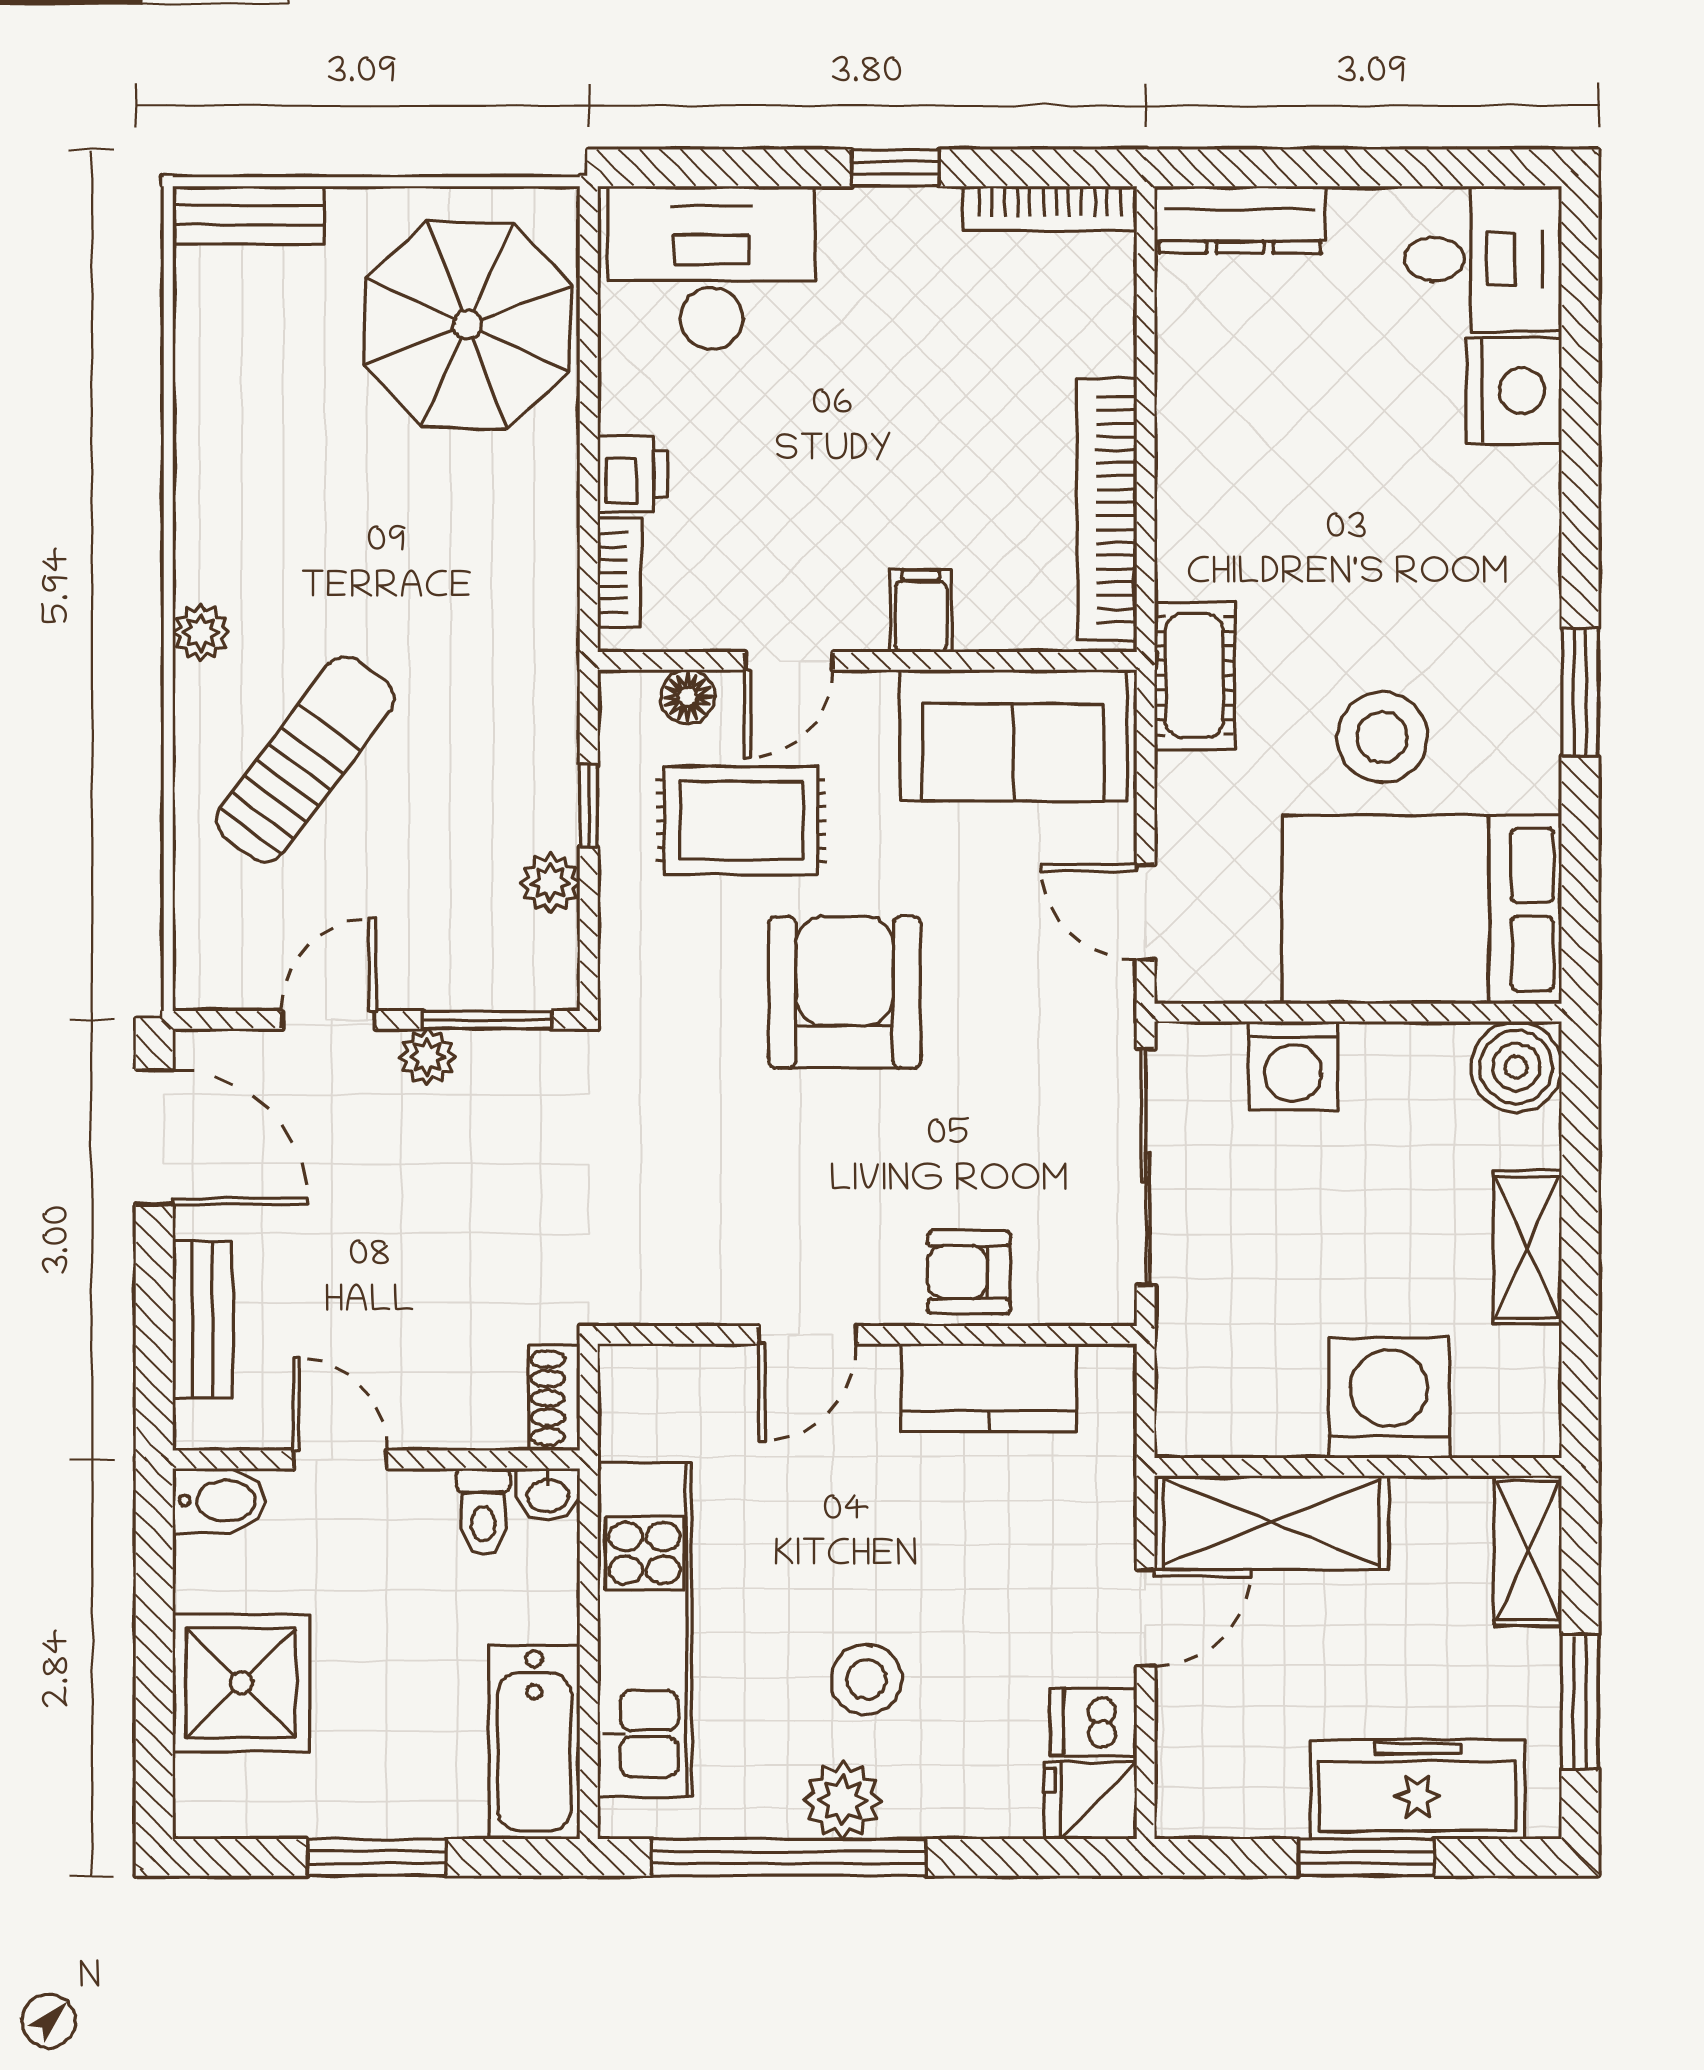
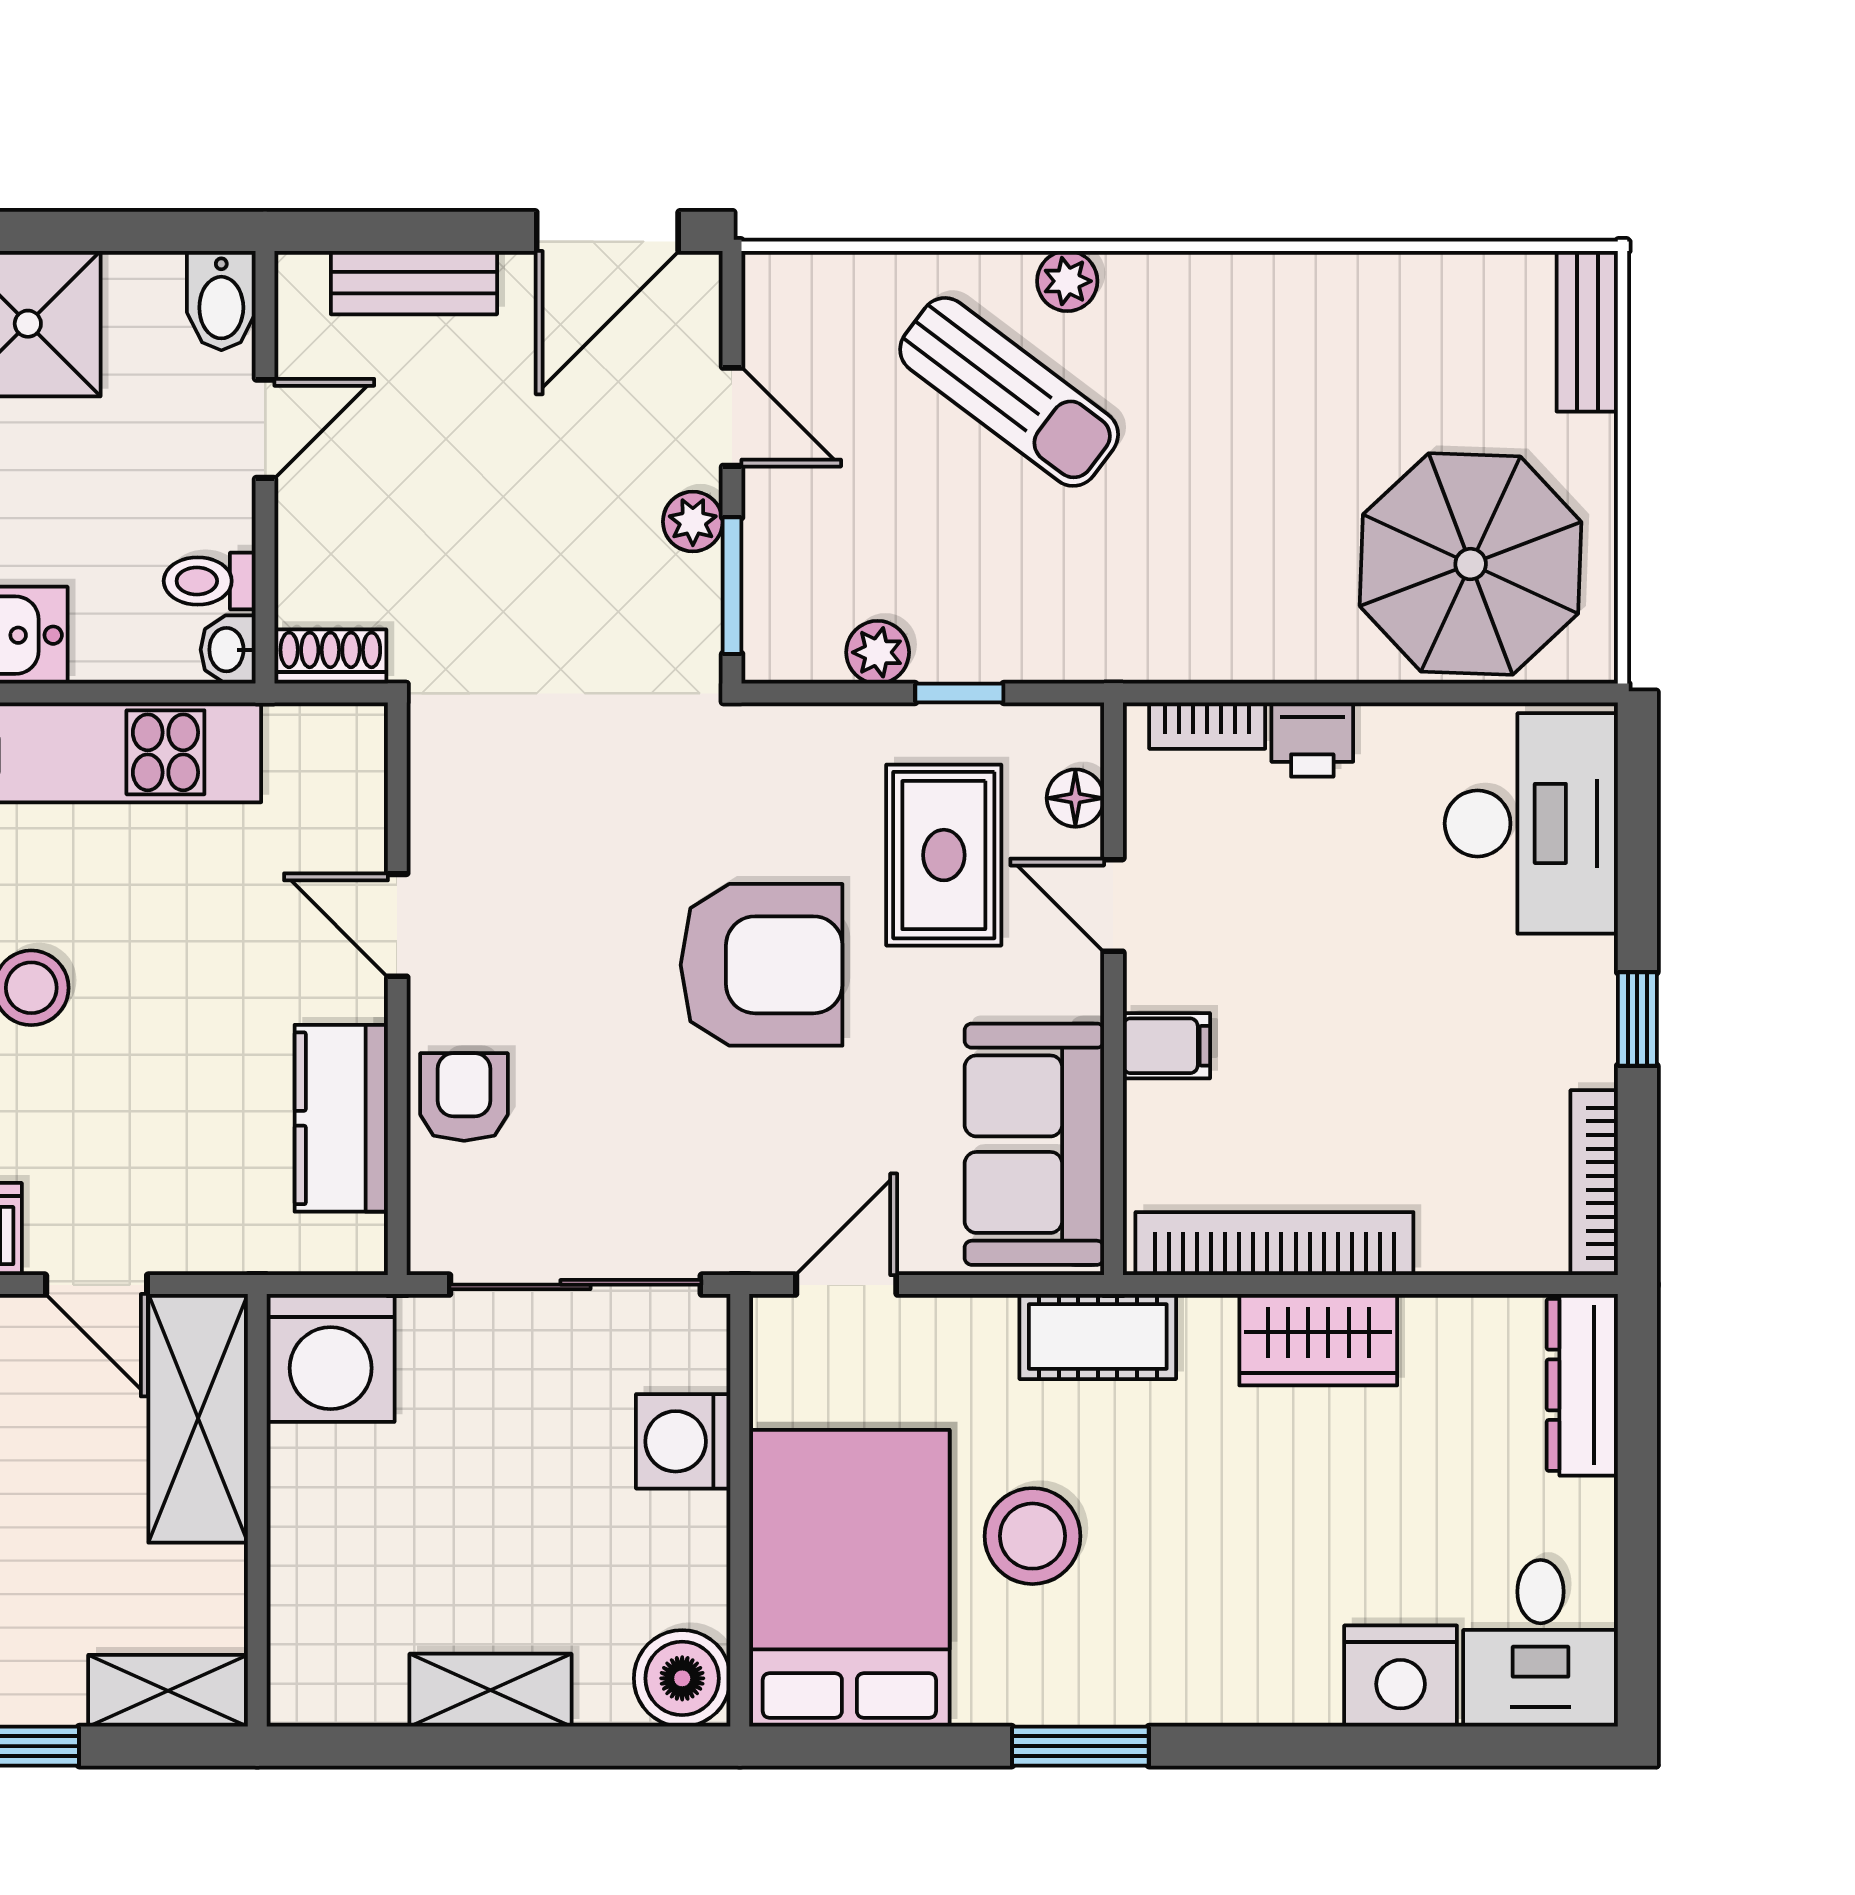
wardrobe: (1197, 468) -> (1318, 1340), added
plant: (201, 633) -> (1067, 281), moved
washing machine: (1389, 1398) -> (331, 1358), moved, turned 90

